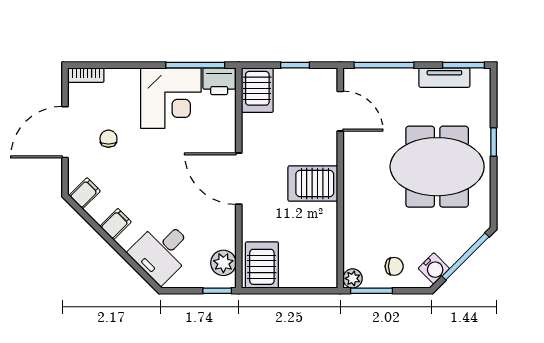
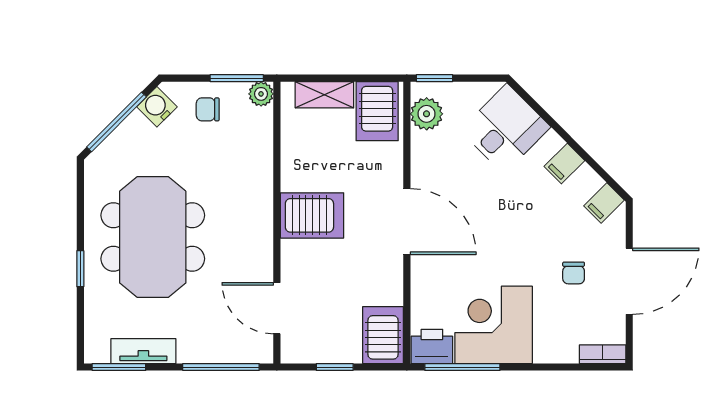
meeting table: (437, 167) -> (153, 237), turned 90
shelving: (303, 278) -> (324, 95), added

